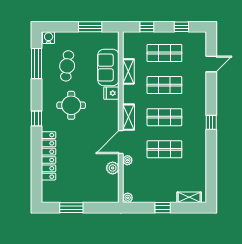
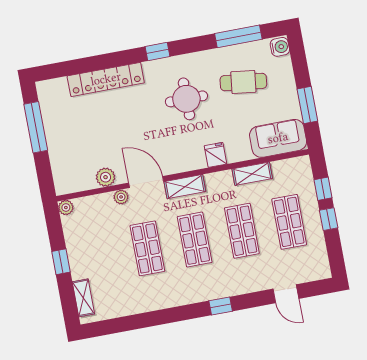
window: (181, 27) -> (329, 219), moved
sofa: (108, 68) -> (278, 138), moved
window: (211, 122) -> (221, 306), moved
window: (71, 208) -> (36, 127), width x1.44

